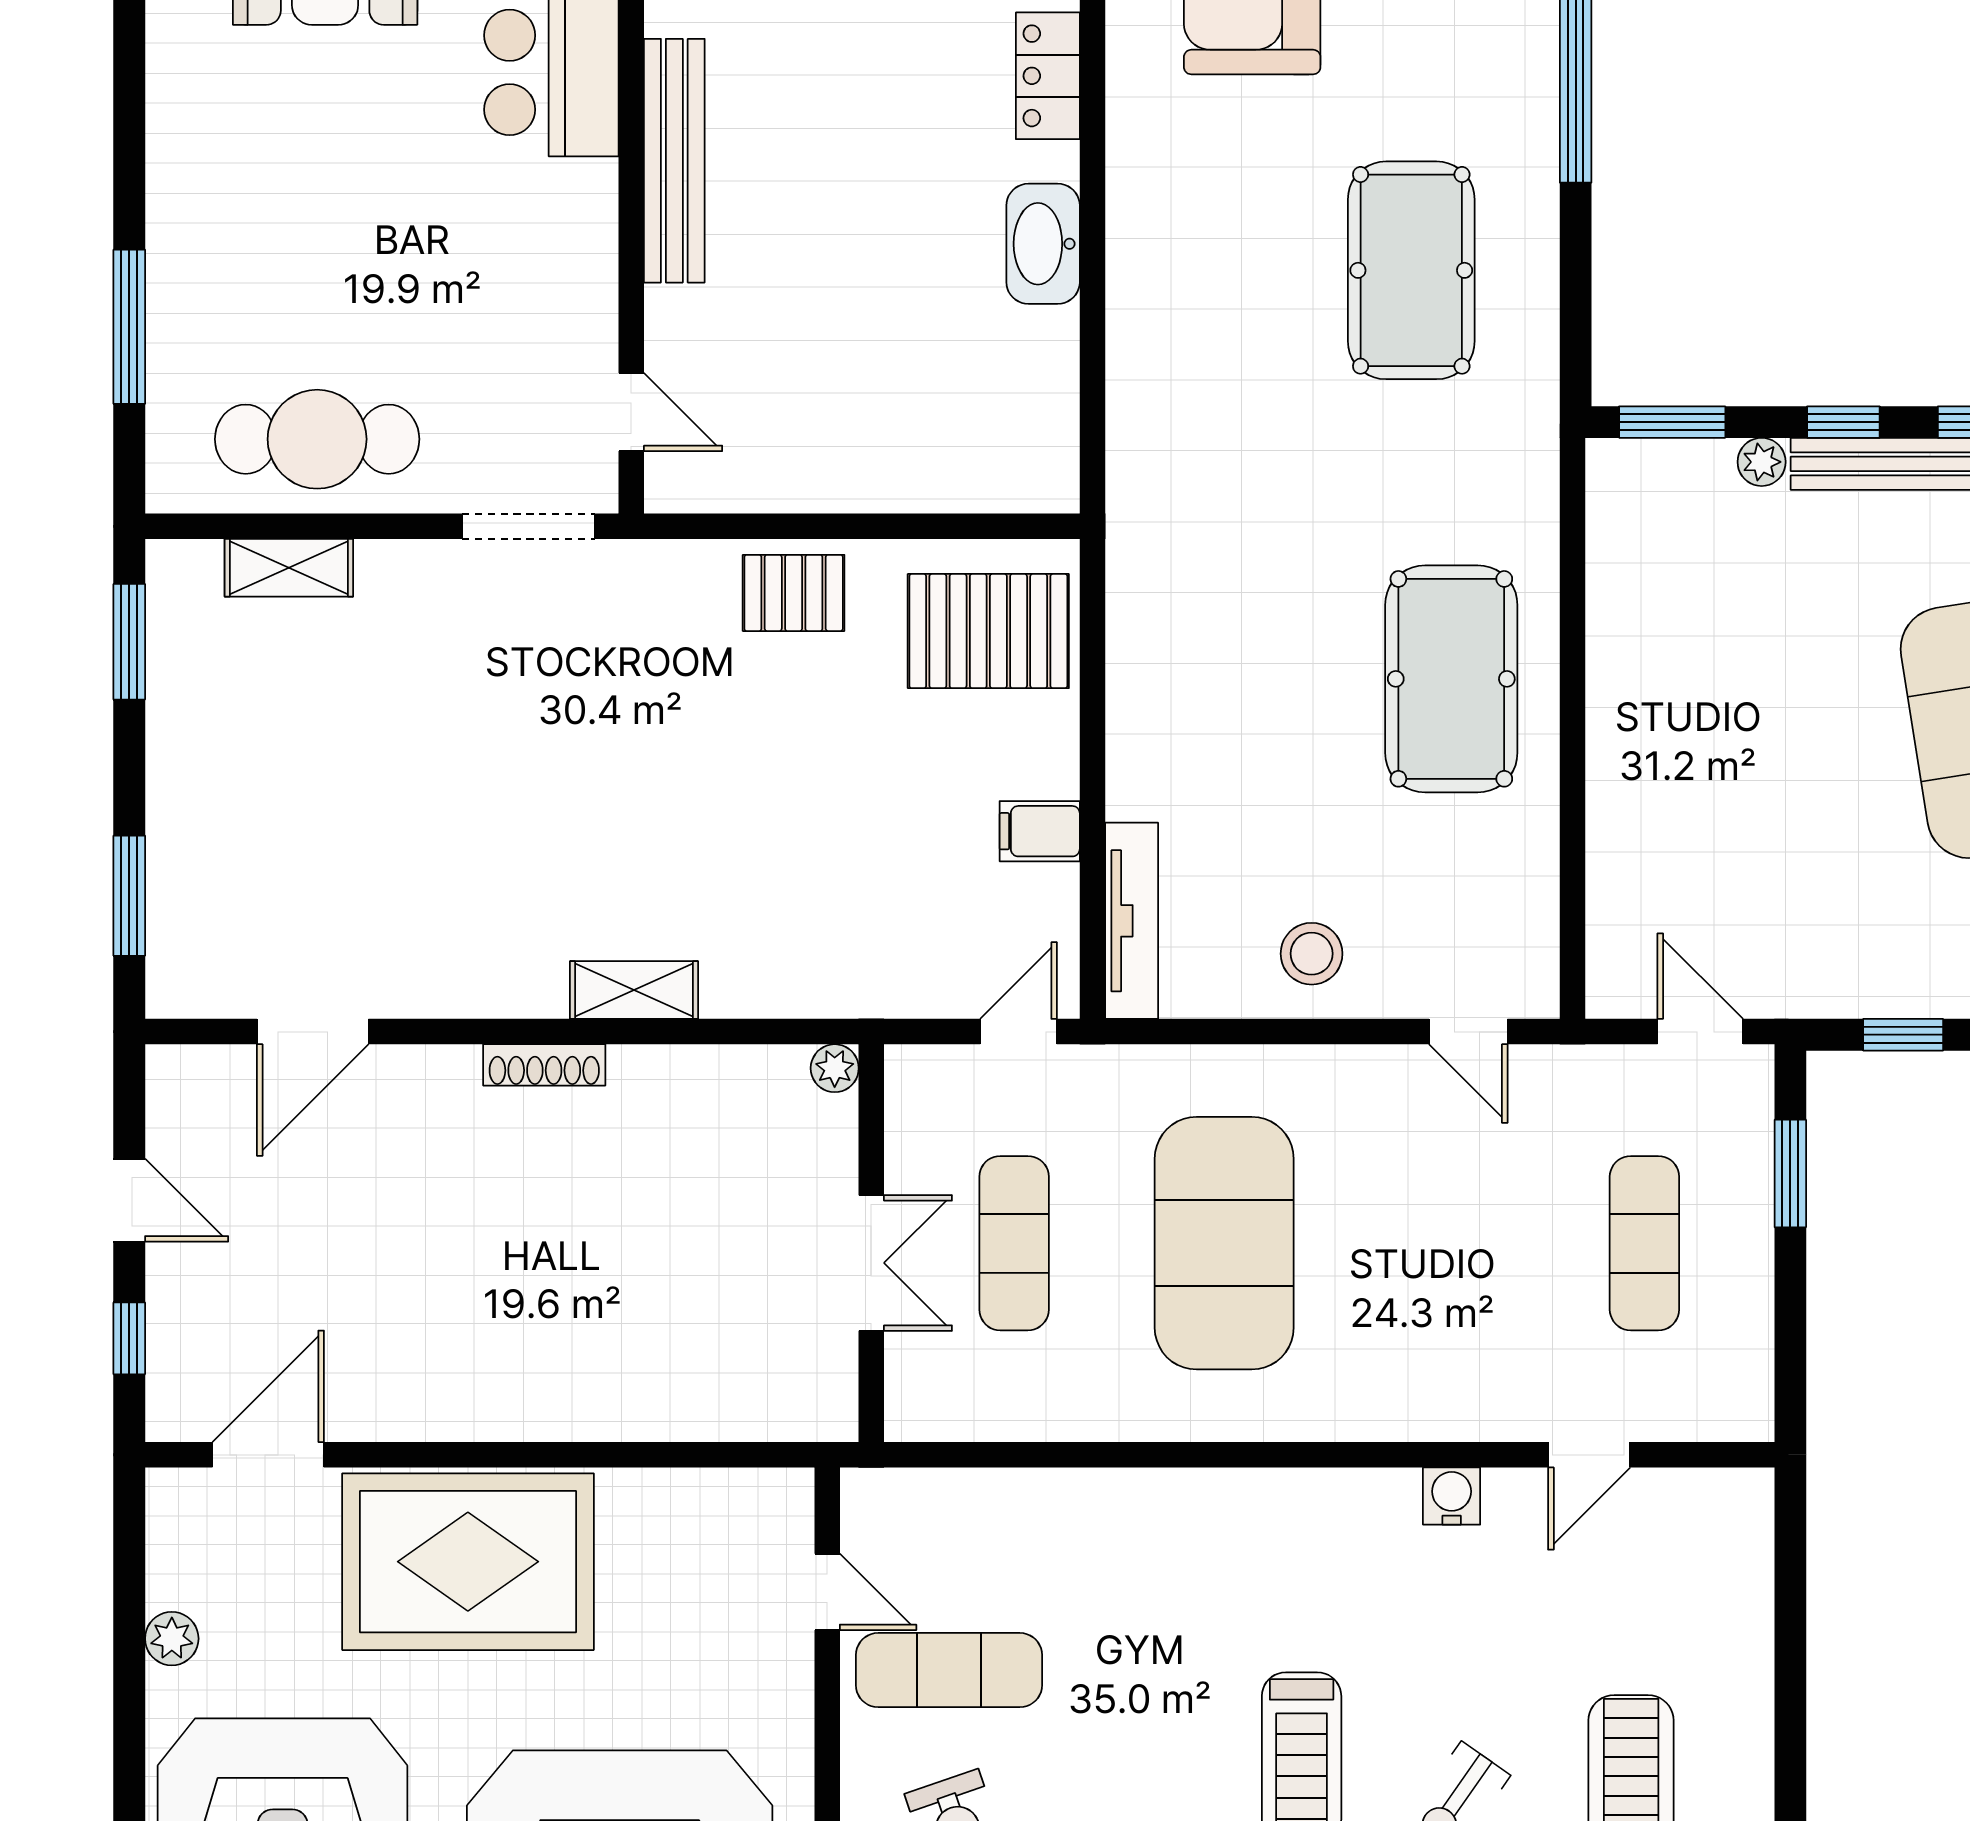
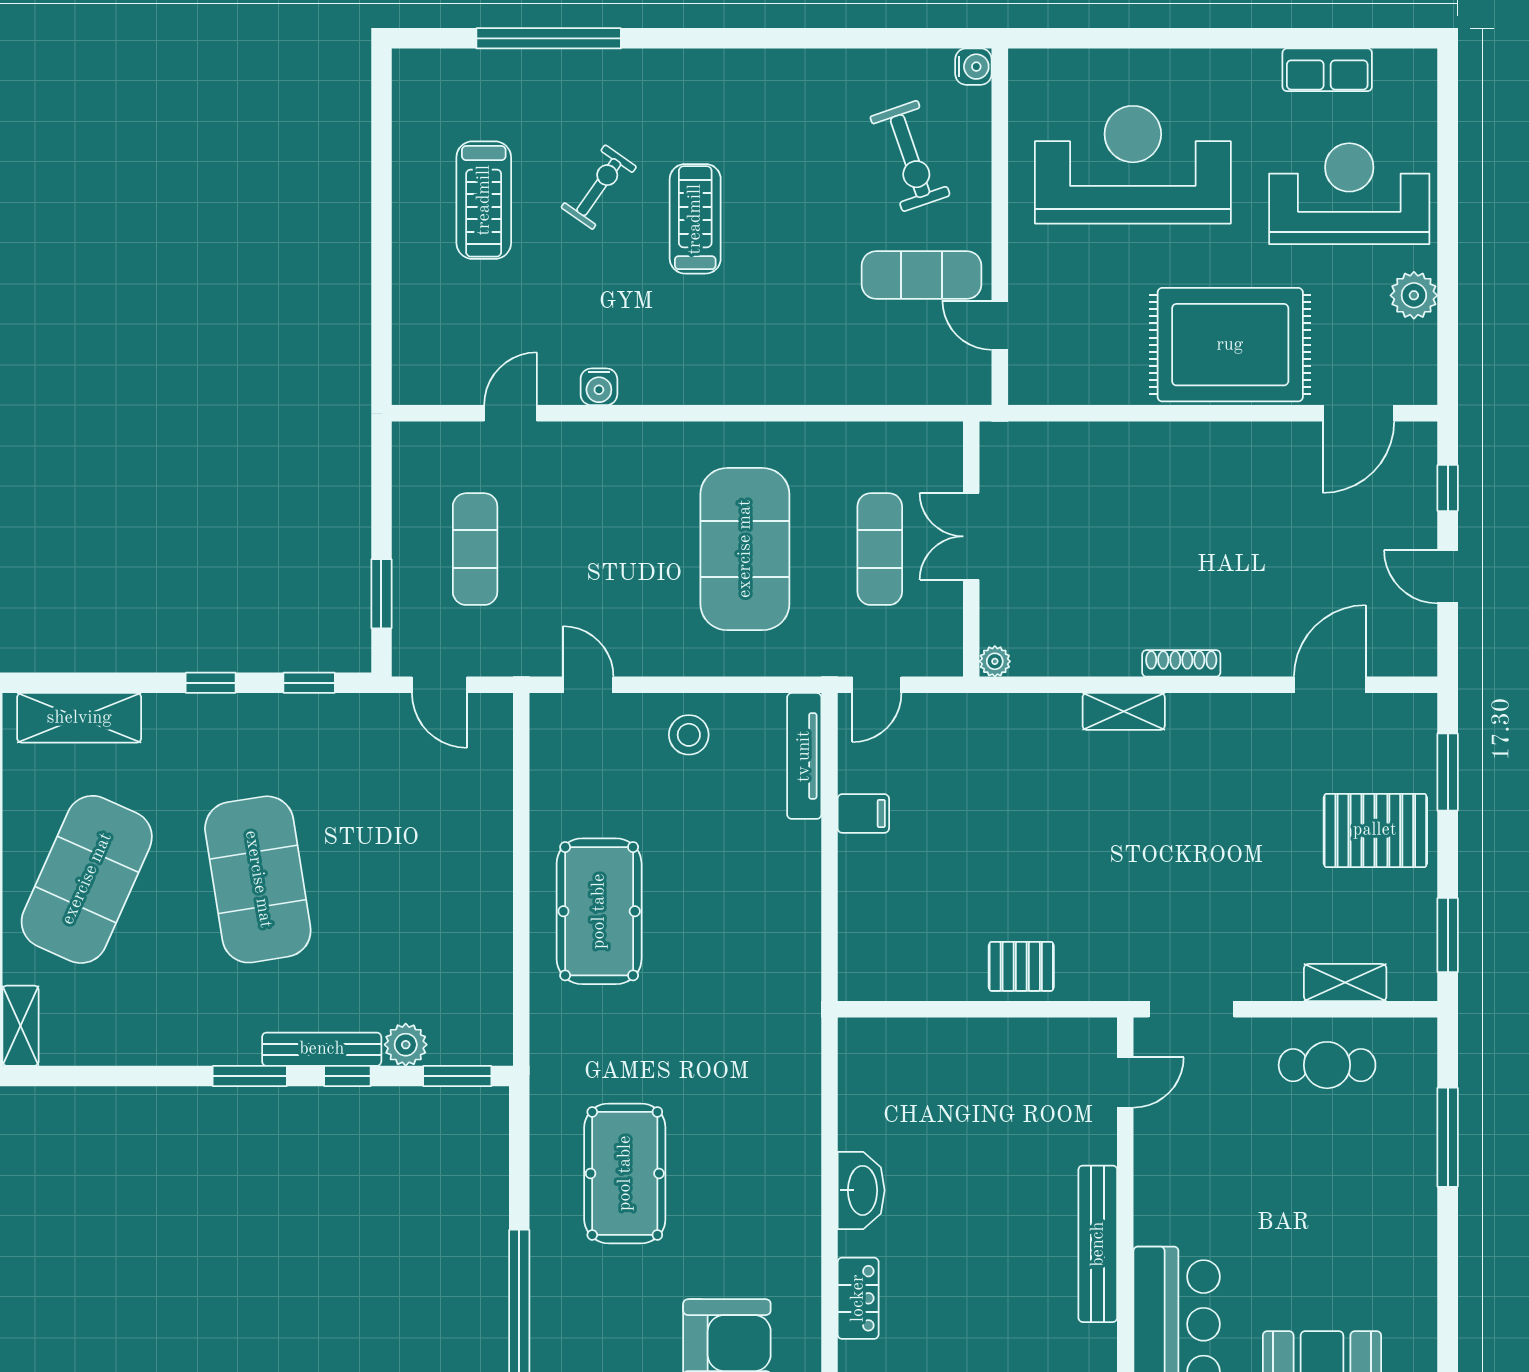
door: (631, 412) -> (1125, 1082), swing flipped
cafe table: (317, 439) -> (1327, 1065), width x0.73, depth x0.74
plant: (1762, 462) -> (406, 1045), width x1.38, depth x1.38
pallet: (988, 631) -> (1375, 830), moved
plant: (172, 1639) -> (1414, 295), width x1.38, depth x1.38

